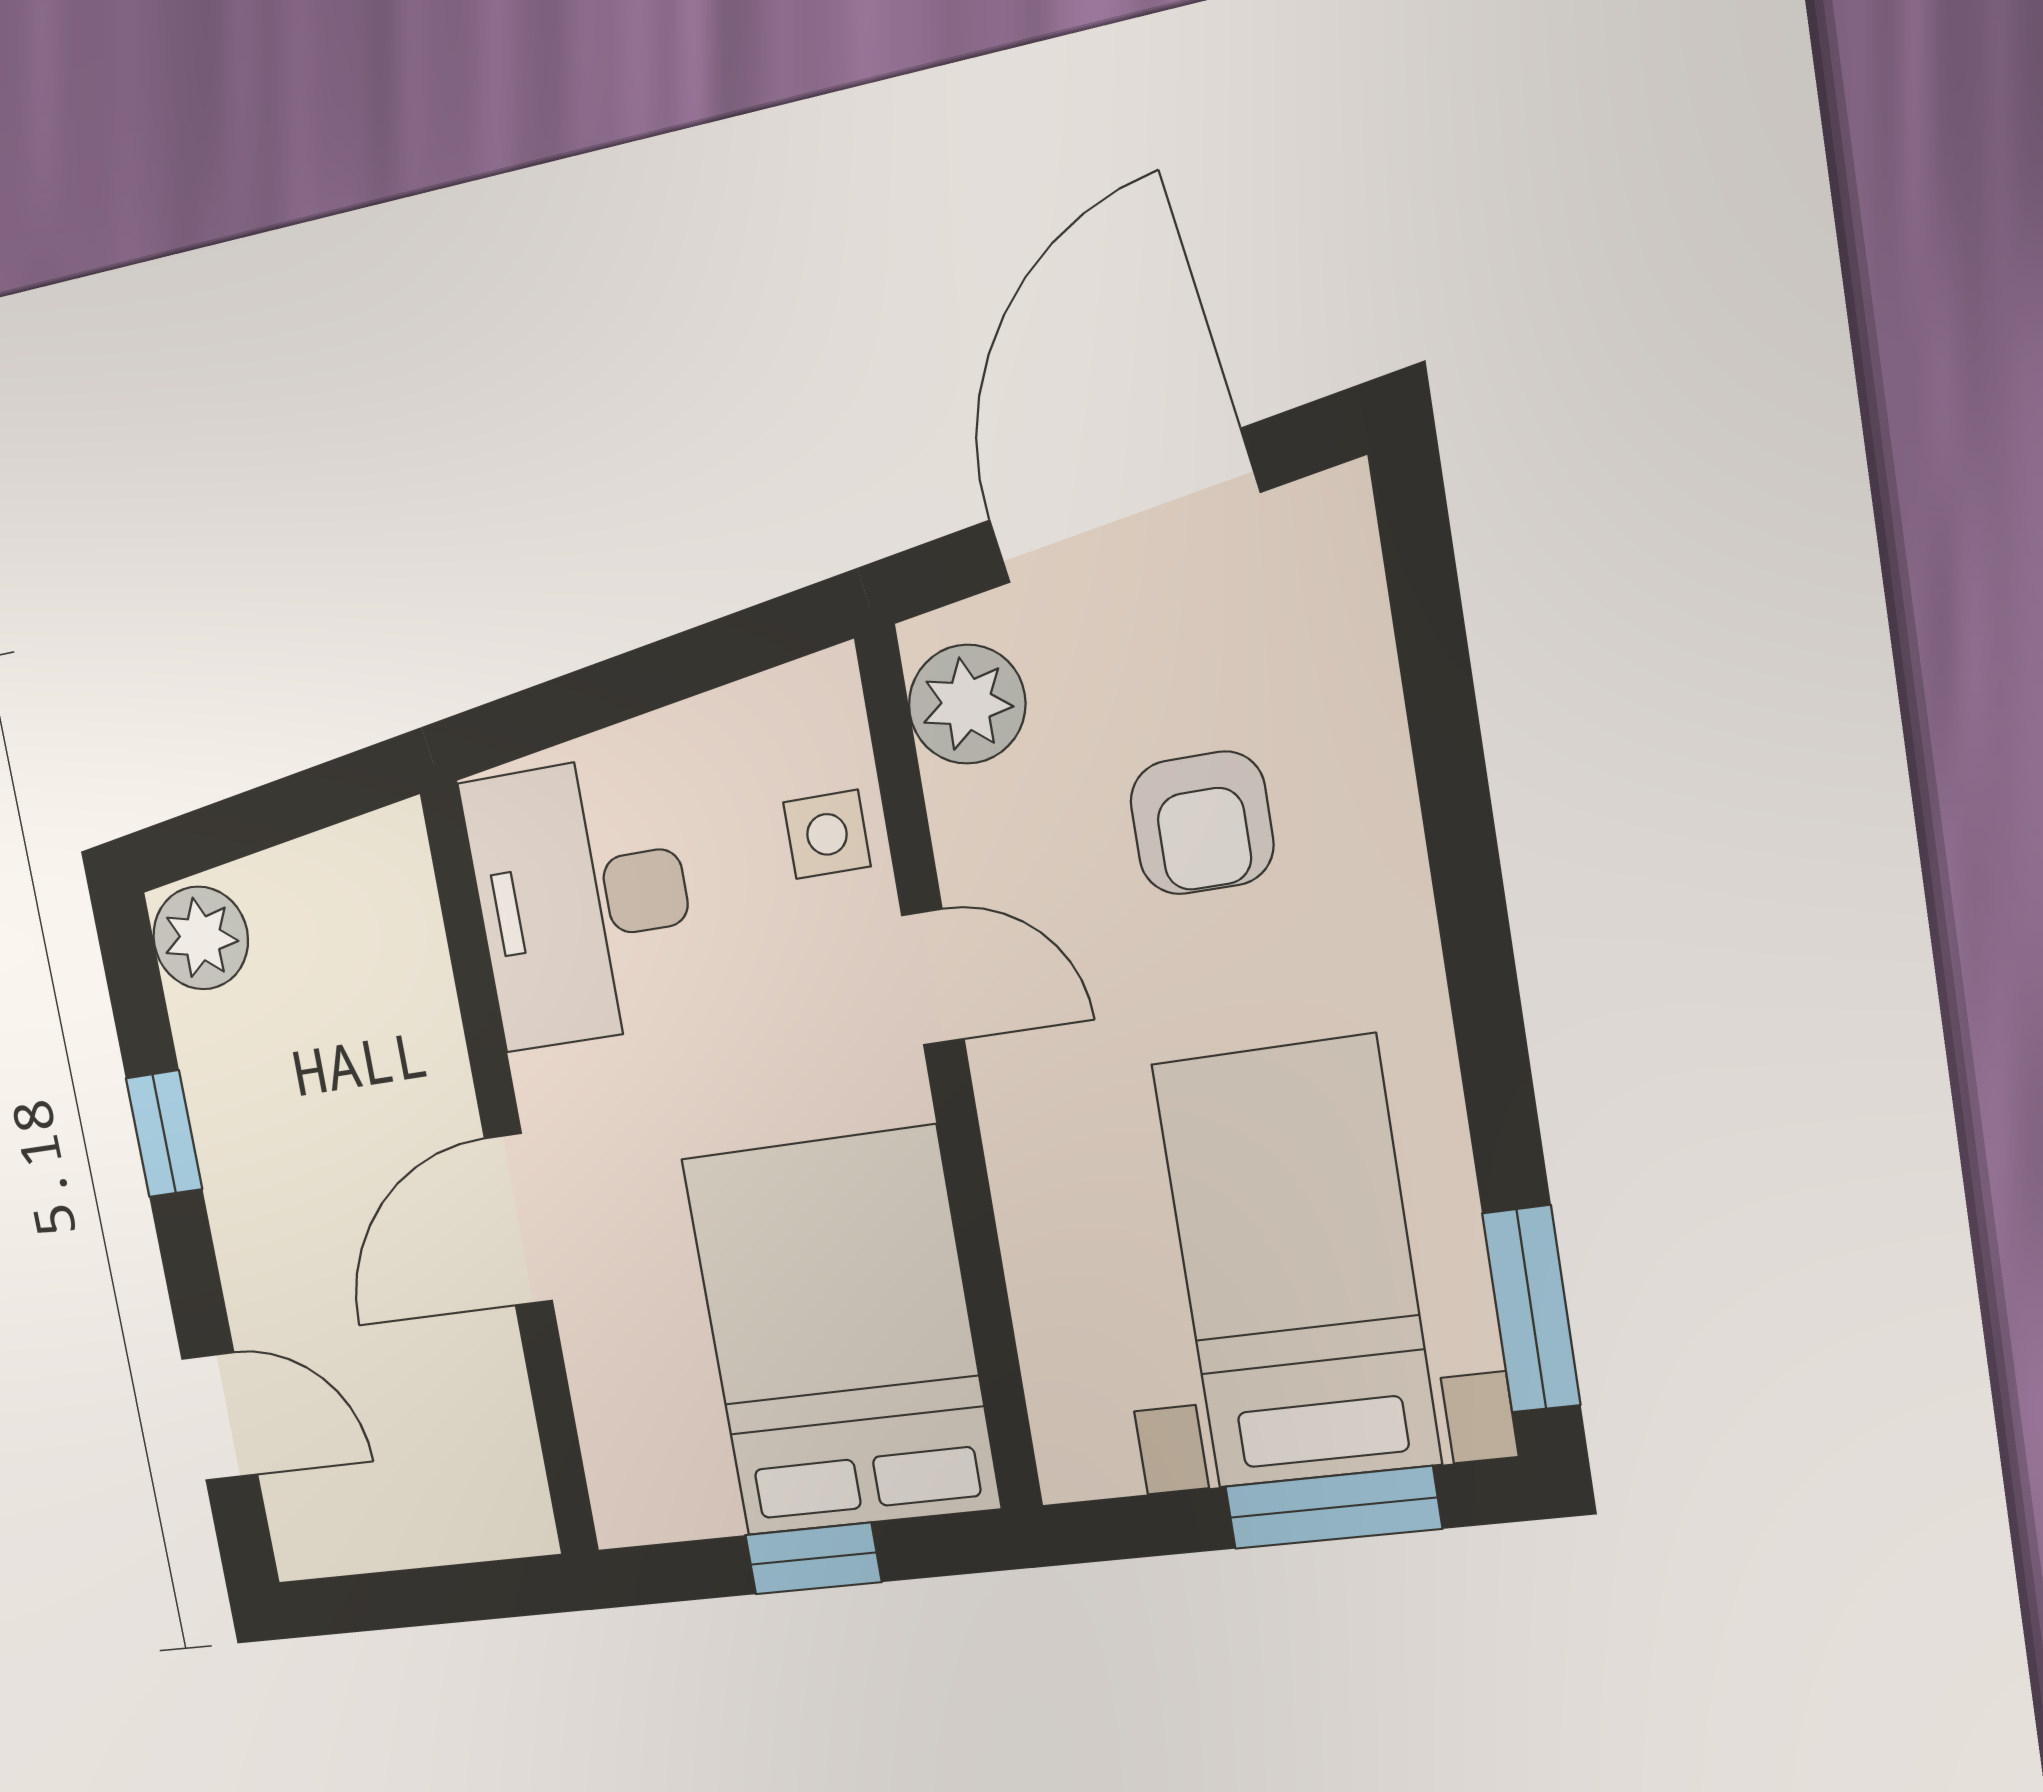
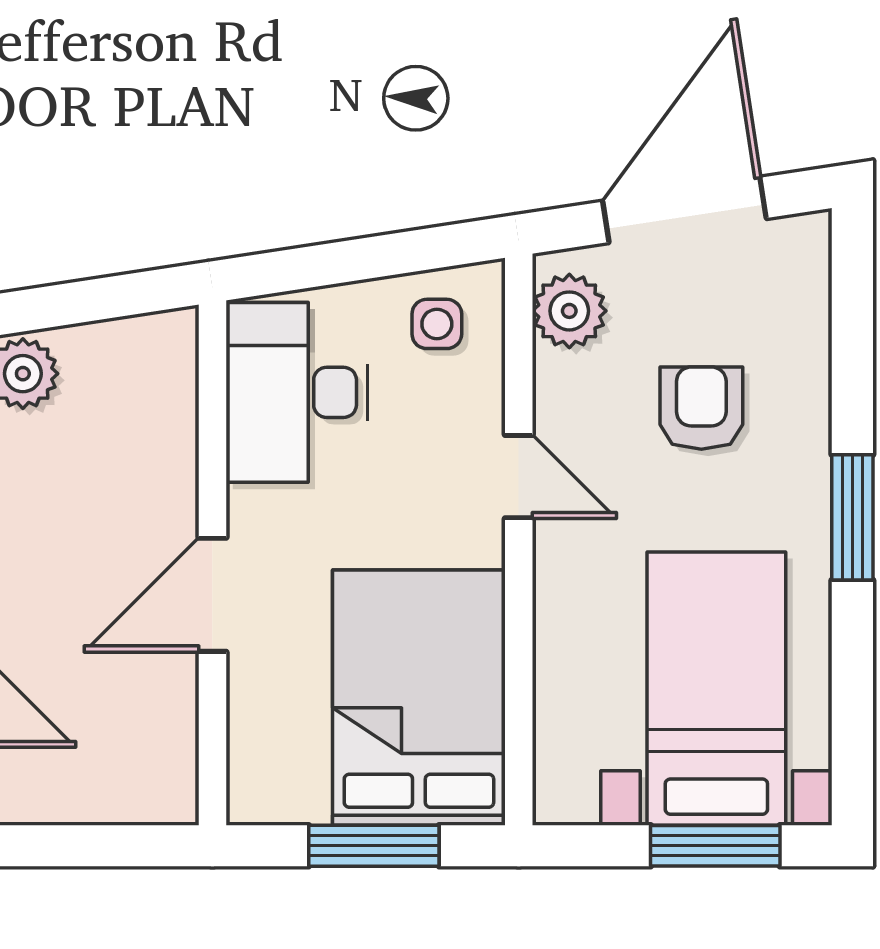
armchair: (1202, 823) -> (701, 408), turned 180
side table: (827, 834) -> (437, 324), moved
window: (1531, 1309) -> (852, 517), moved
window: (813, 1558) -> (374, 846), width x1.50

